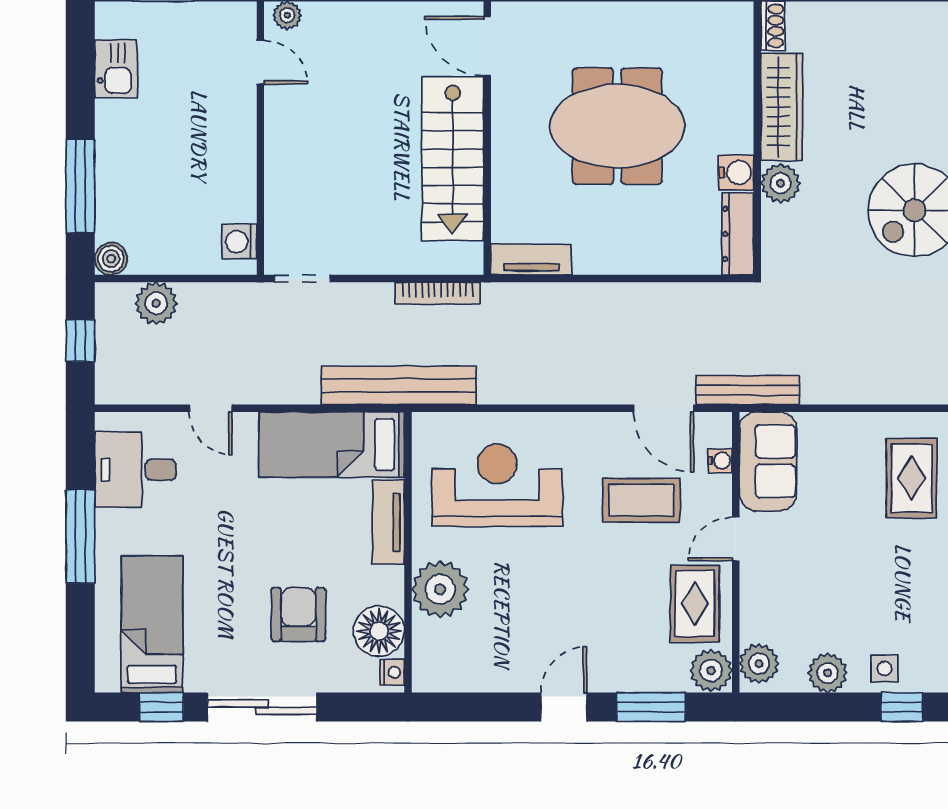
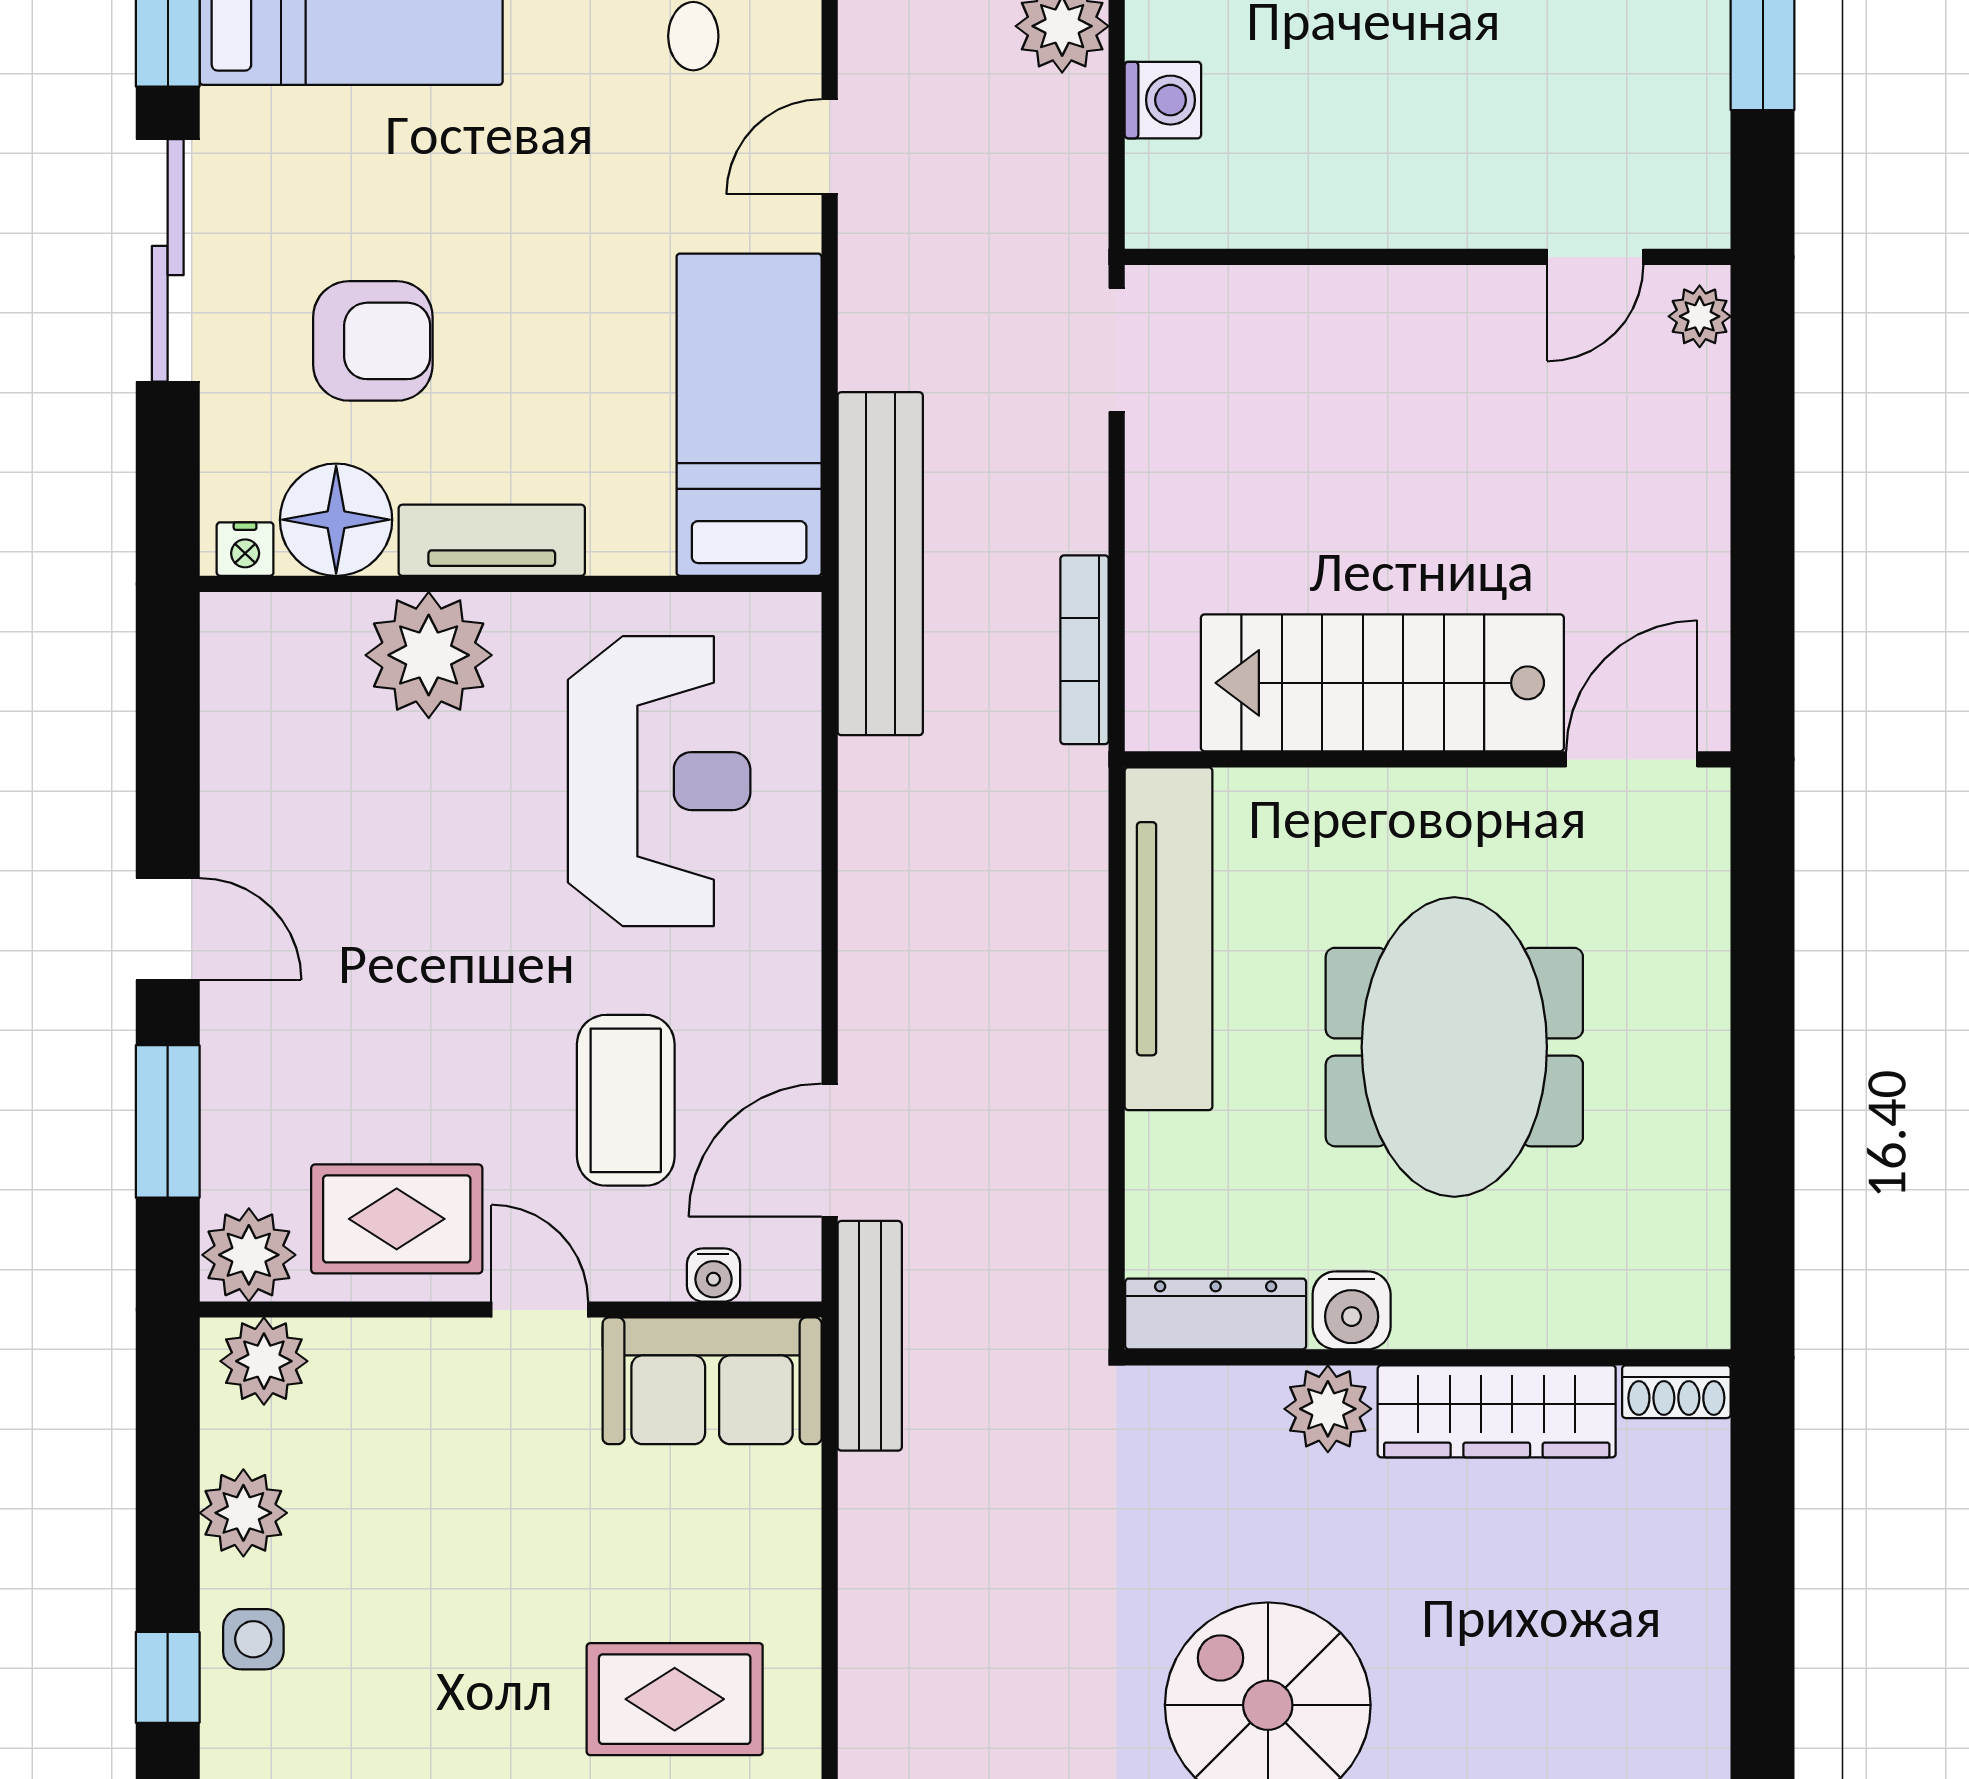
washing machine: (240, 242) -> (1163, 100), moved, turned 90
tv unit: (531, 260) -> (1168, 939), width x1.92, depth x1.29
tv unit: (388, 522) -> (492, 540), moved

